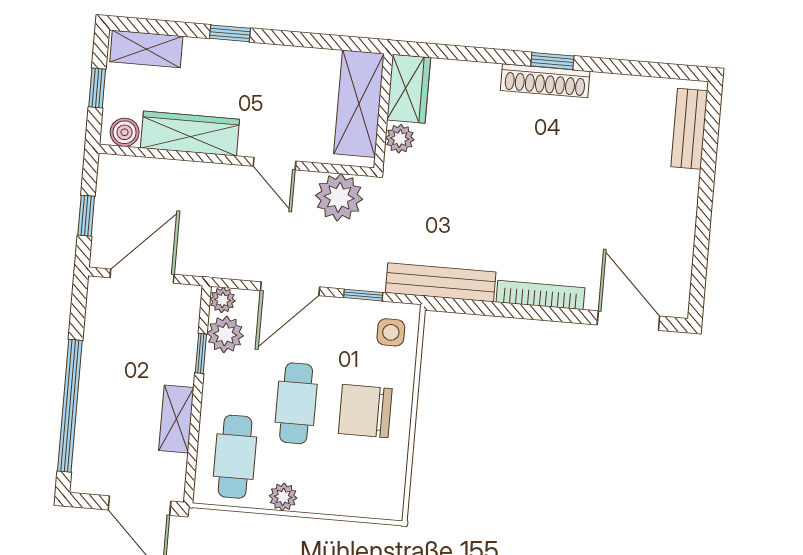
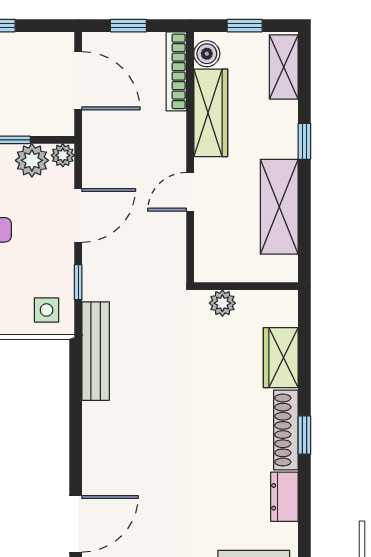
wardrobe: (409, 89) -> (281, 358), moved, turned 90
dresser: (618, 89) -> (284, 497), added
shelving: (359, 104) -> (279, 207), moved, turned 90
plant: (339, 197) -> (165, 253), removed
door: (290, 289) -> (78, 216), swing flipped
bookcase: (540, 295) -> (176, 71), moved, turned 180

